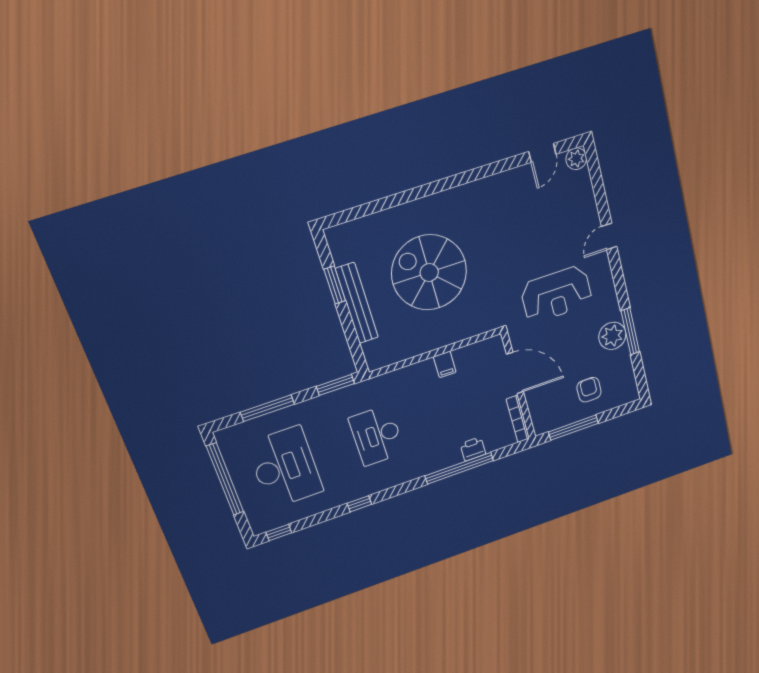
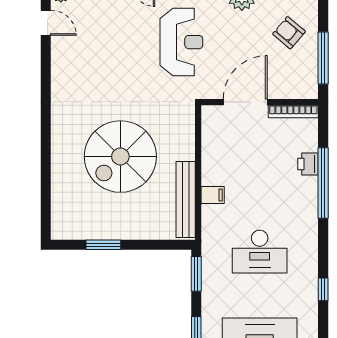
bench: (357, 303) -> (186, 199), moved, turned 90
filing cabinet: (445, 364) -> (213, 195), moved
armchair: (589, 390) -> (289, 33), turned 40

